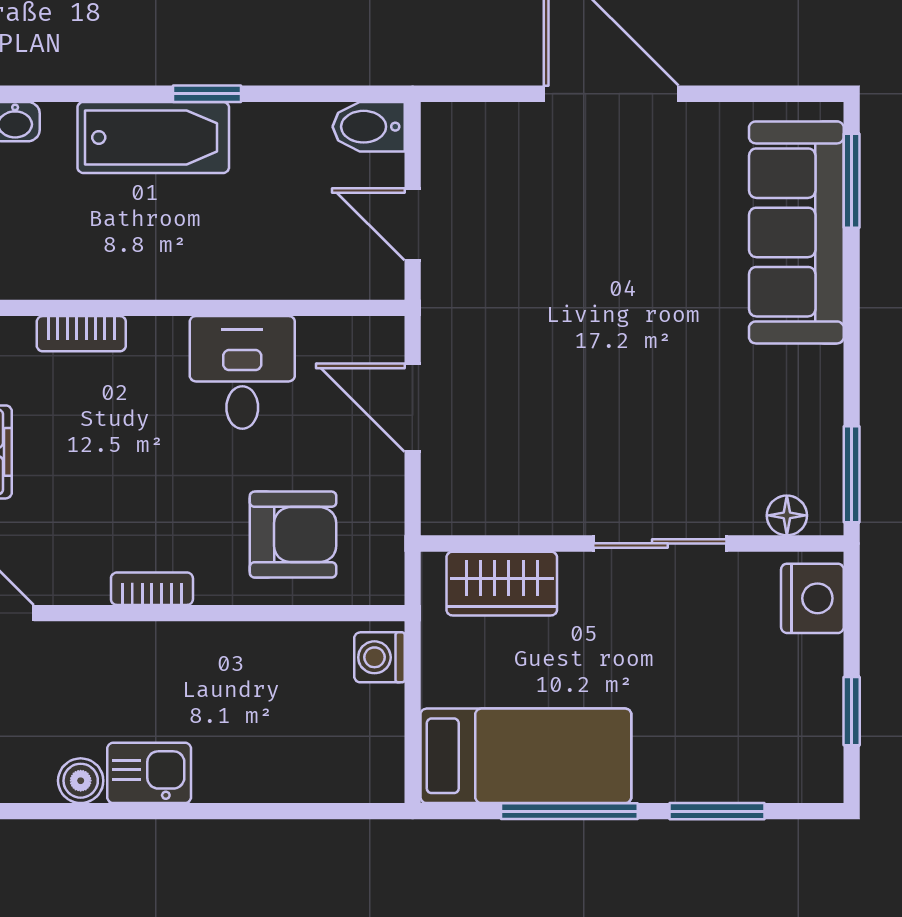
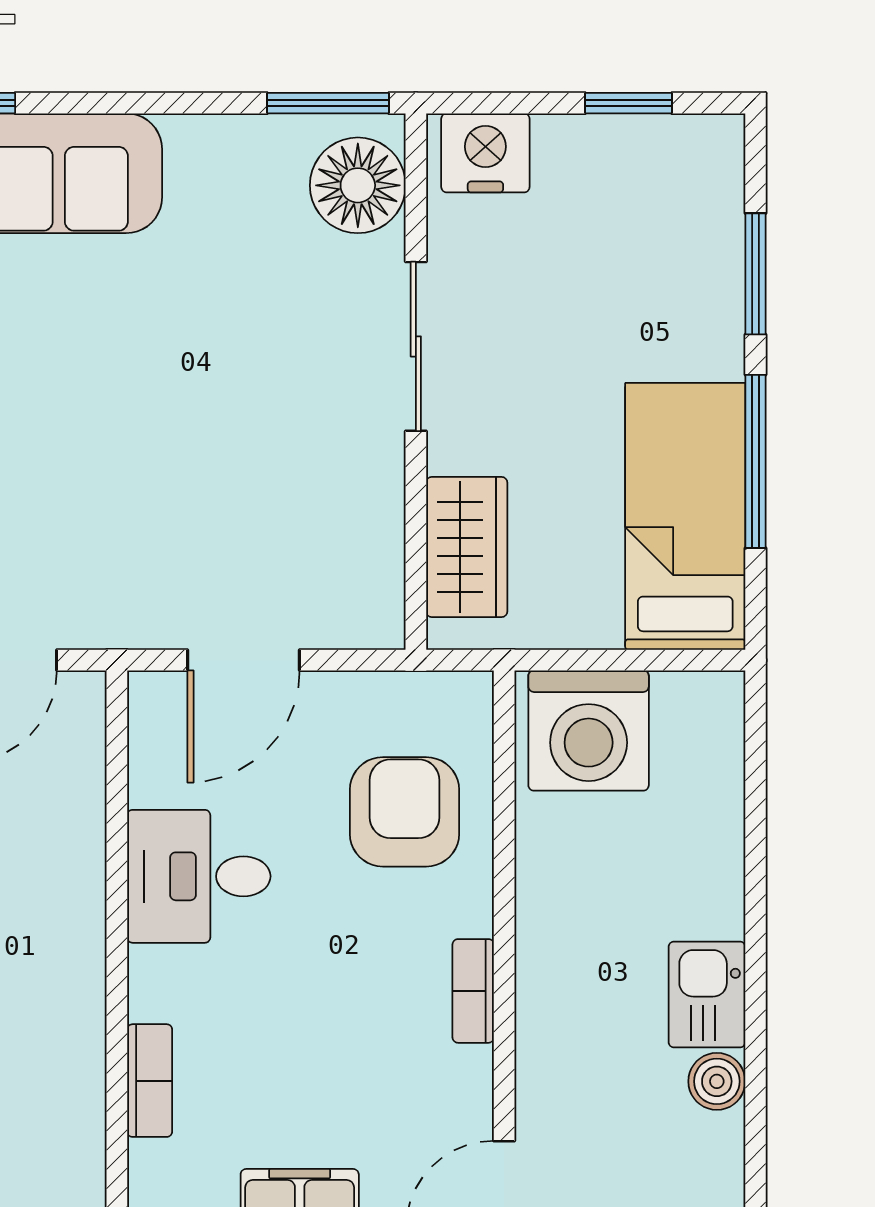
floor lamp: (787, 515) -> (358, 185), width x1.89, depth x1.89
washing machine: (379, 657) -> (589, 731), width x1.89, depth x1.89

